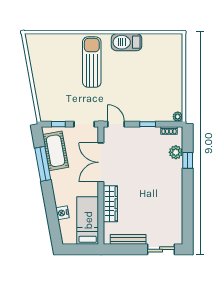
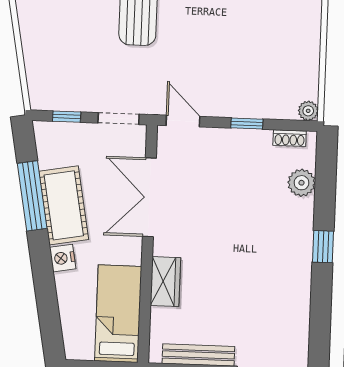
cot: (56, 151) -> (64, 205), moved
window: (188, 160) -> (323, 247), moved
wardrobe: (110, 204) -> (165, 282), width x0.67
nightstand: (62, 213) -> (63, 258), moved

